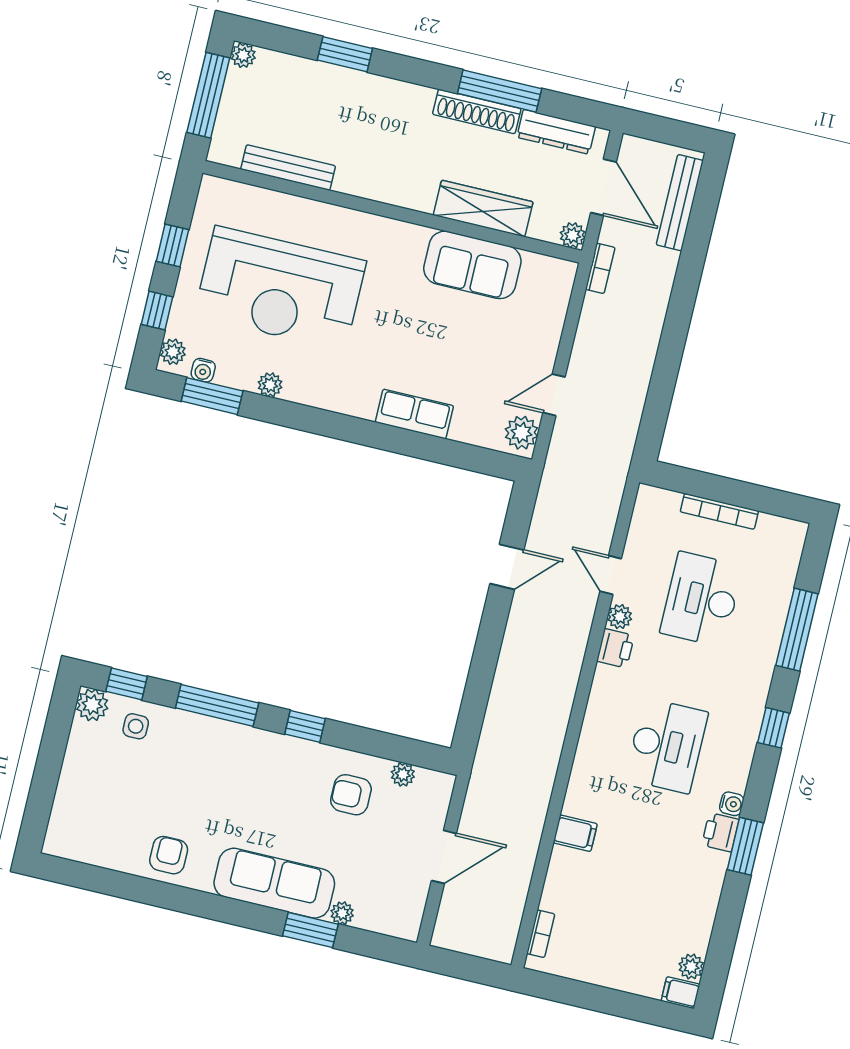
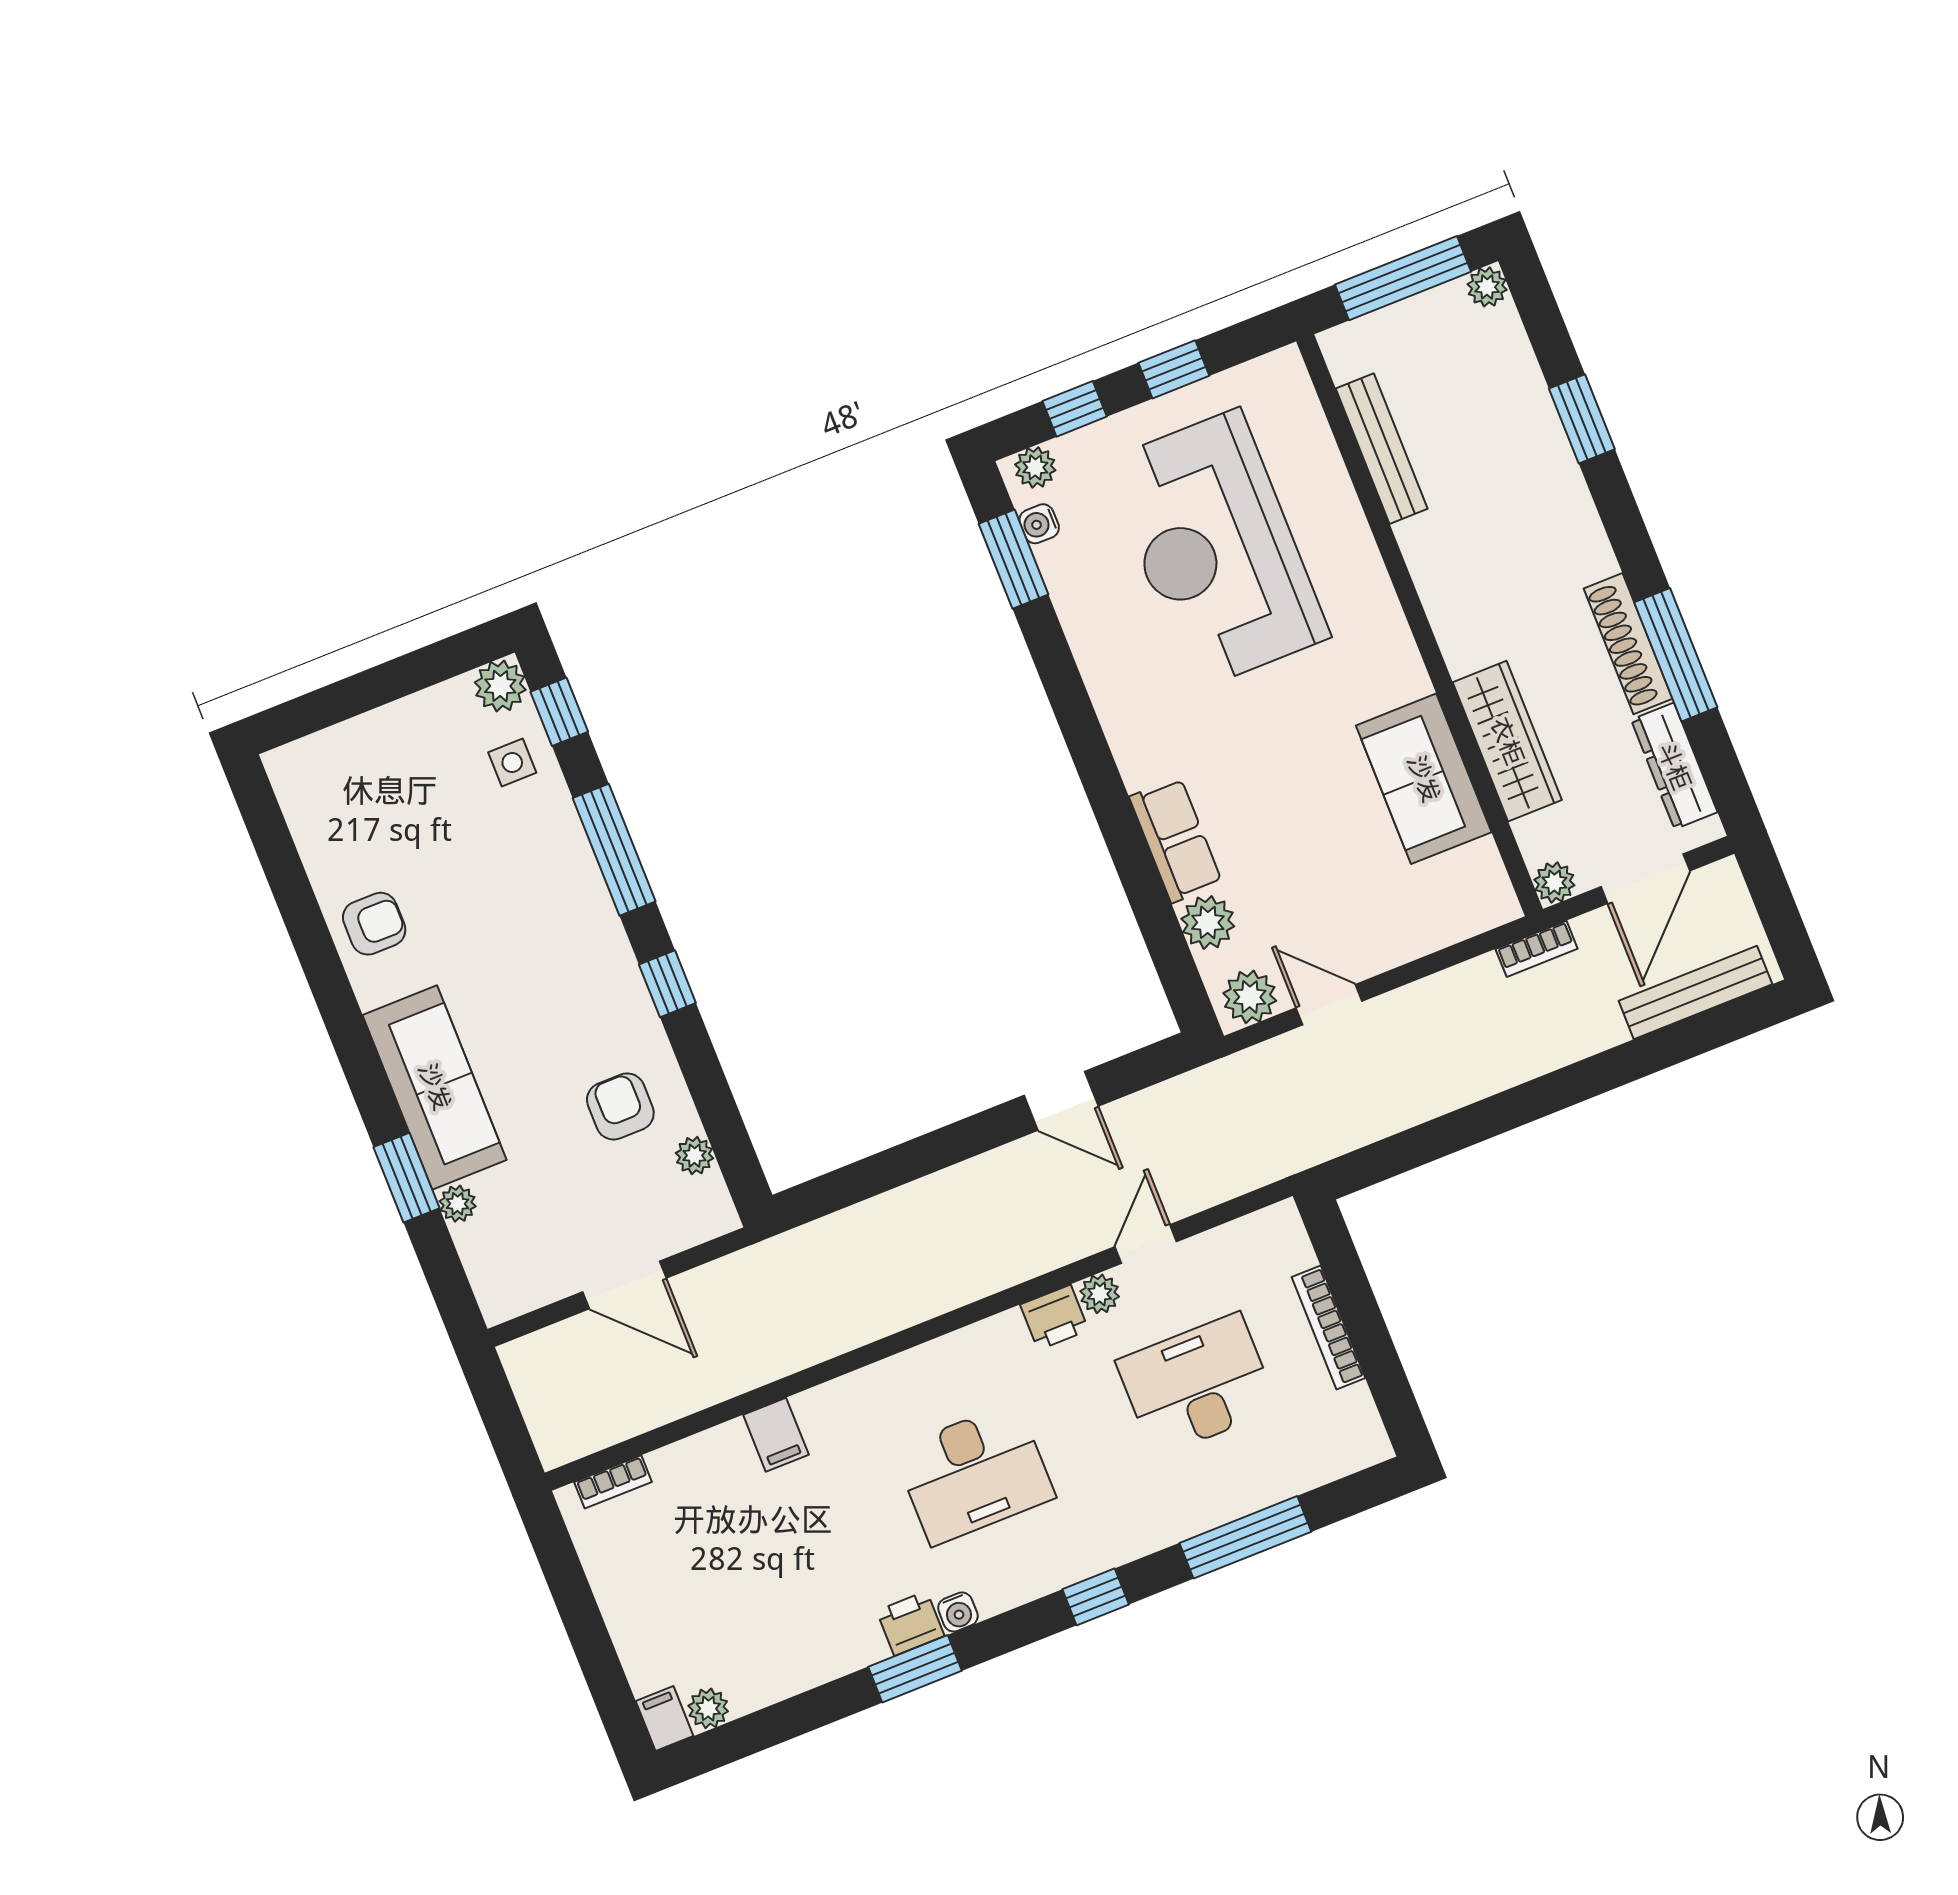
plant: (270, 385) -> (1208, 922), moved, width x1.38, depth x1.38

